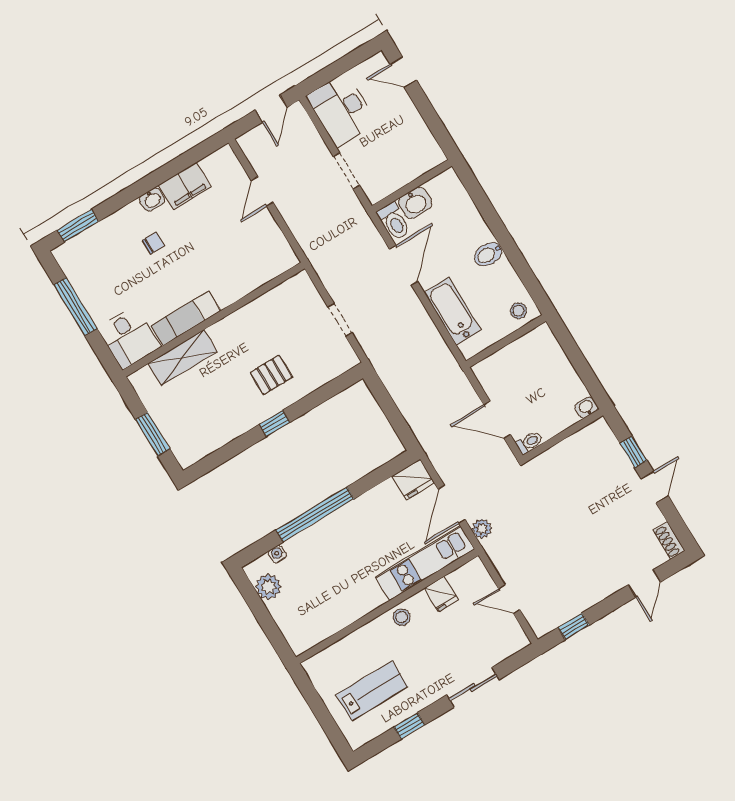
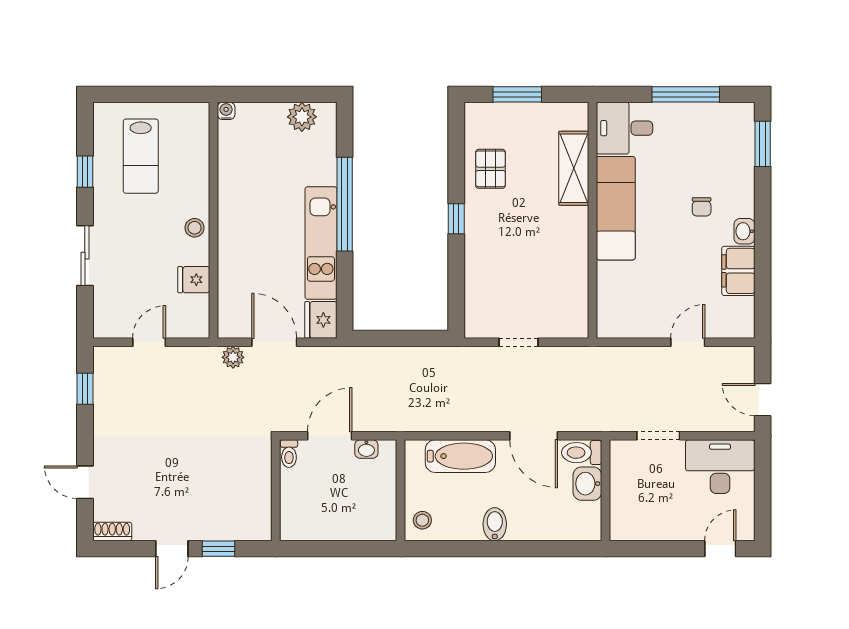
door: (262, 191) -> (688, 342), hinge flipped
exam couch: (186, 318) -> (616, 208), width x1.36, depth x1.45
pallet: (271, 375) -> (491, 169), moved
washbasin: (586, 407) -> (366, 449), moved, turned 90
door: (655, 487) -> (172, 549), hinge flipped
water cooler: (277, 554) -> (226, 111), moved, turned -90
kitchen unit: (425, 563) -> (321, 243), moved, turned 180

